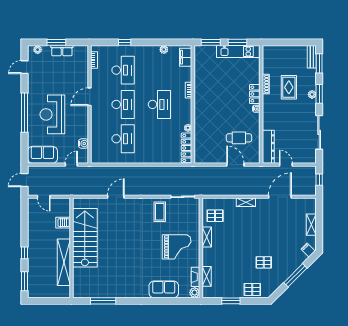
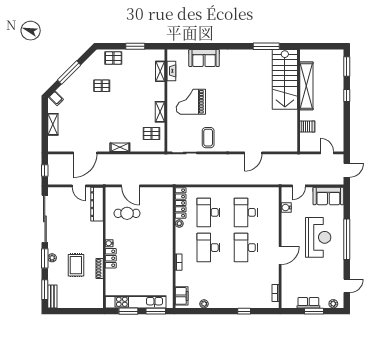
kitchen unit: (238, 52) -> (136, 302), width x1.36
desk: (123, 70) -> (209, 212), moved
sliding door: (319, 132) -> (45, 219), width x1.36
stairs: (85, 238) -> (285, 79), moved
plant: (195, 293) -> (173, 55), removed

